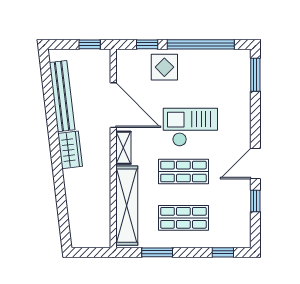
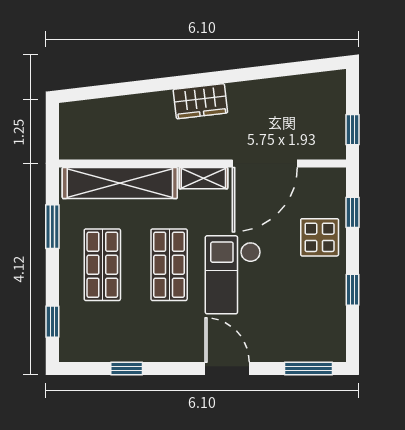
window: (201, 44) -> (352, 290), width x0.32
bench: (62, 96) -> (278, 90), removed
checkout: (190, 127) -> (233, 275), turned 180
door: (255, 164) -> (227, 369), moved

